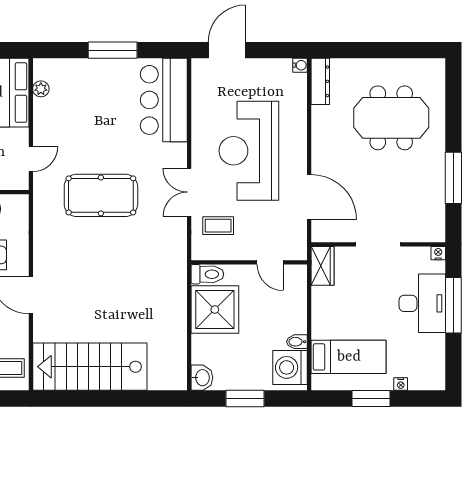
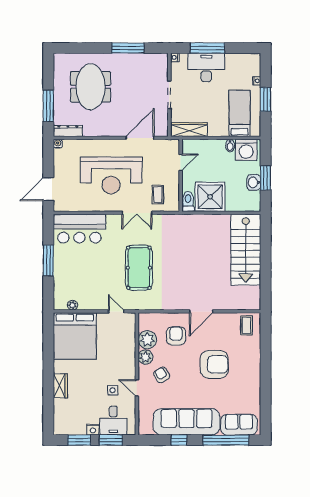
door: (227, 50) -> (48, 189), hinge flipped
window: (361, 50) -> (48, 106), added
wardrobe: (323, 266) -> (189, 130), width x1.50
stairs: (90, 367) -> (246, 250), moved
washbasin: (202, 378) -> (254, 182), moved, turned -90

